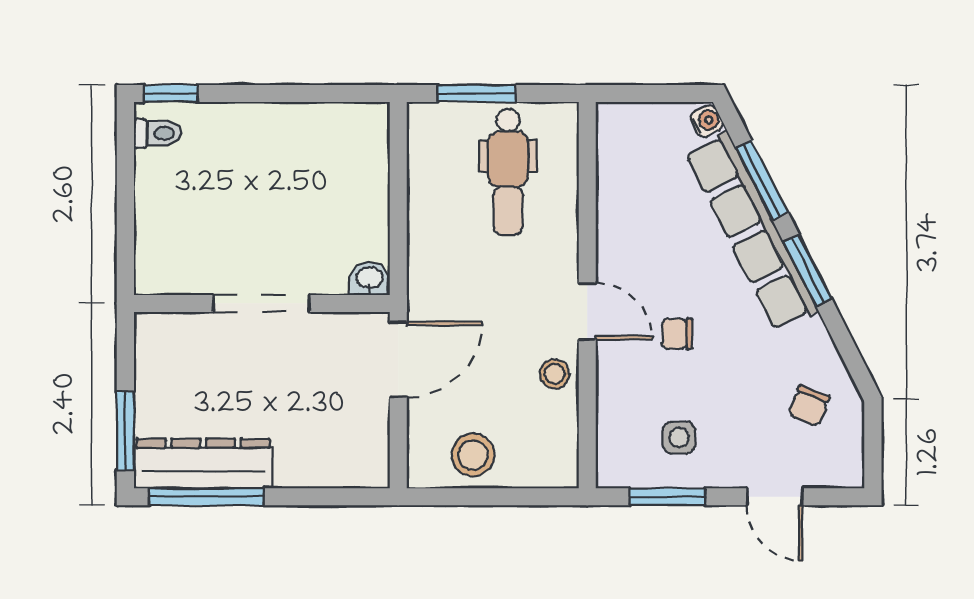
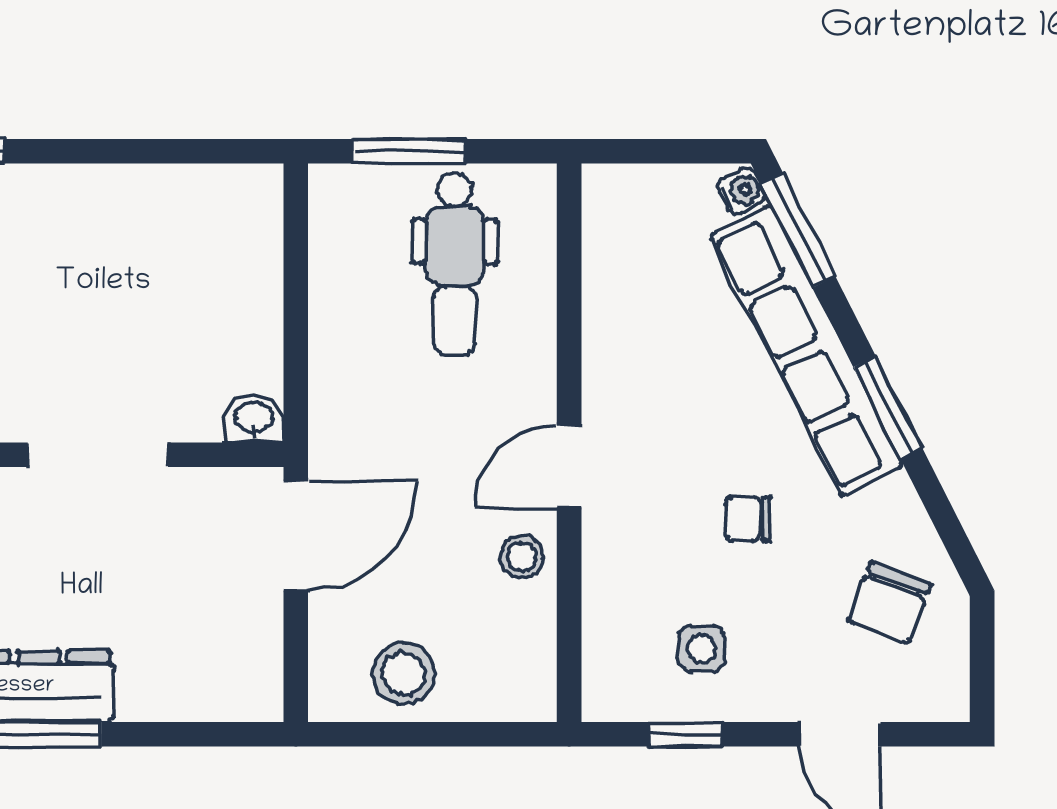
window: (762, 180) -> (798, 230), moved
door: (587, 311) -> (569, 466), swing flipped
chair: (677, 334) -> (748, 519), moved
chair: (809, 406) -> (890, 603), width x1.37, depth x1.37
window: (667, 497) -> (685, 734), width x0.67

